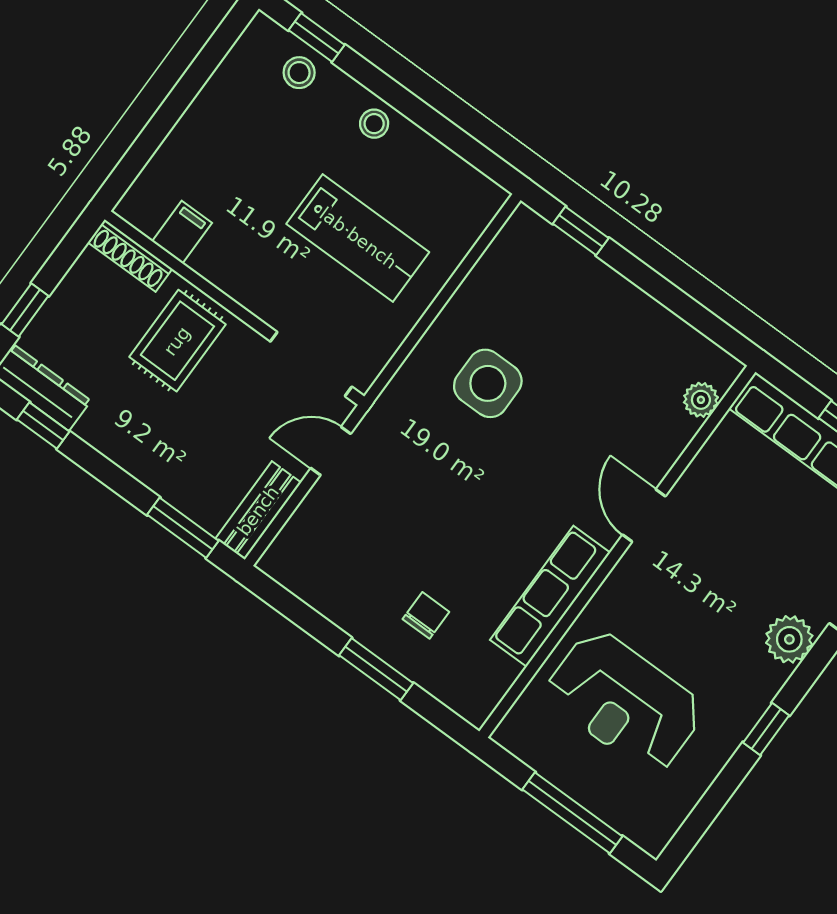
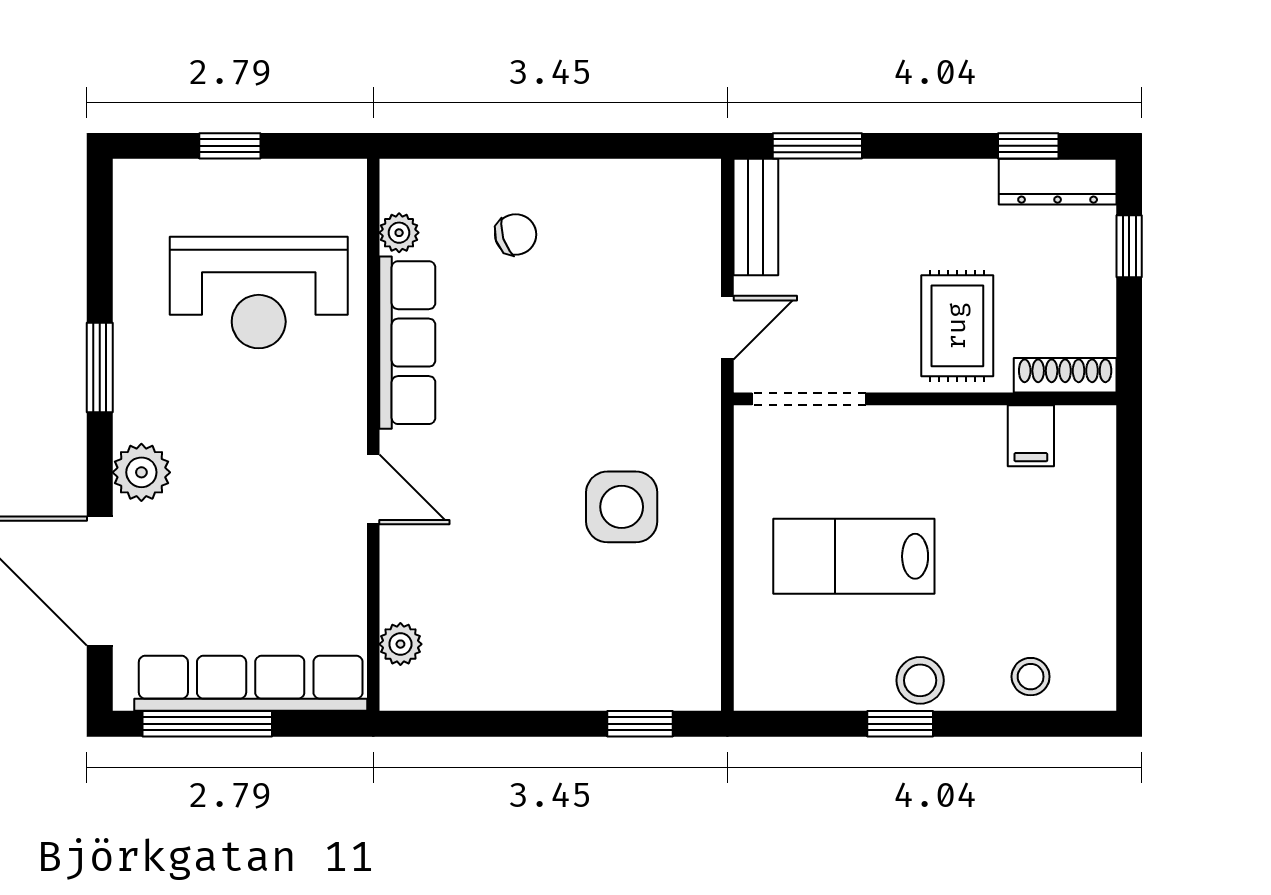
window: (317, 38) -> (900, 724), moved
stool: (374, 124) -> (920, 680), width x1.37, depth x1.37
chair: (426, 615) -> (516, 234), turned -108
window: (376, 669) -> (526, 146), removed
plant: (502, 673) -> (399, 233), added
reception desk: (624, 702) -> (259, 292), turned 180
window: (766, 729) -> (100, 368), width x1.50
window: (572, 813) -> (230, 146), width x0.46

